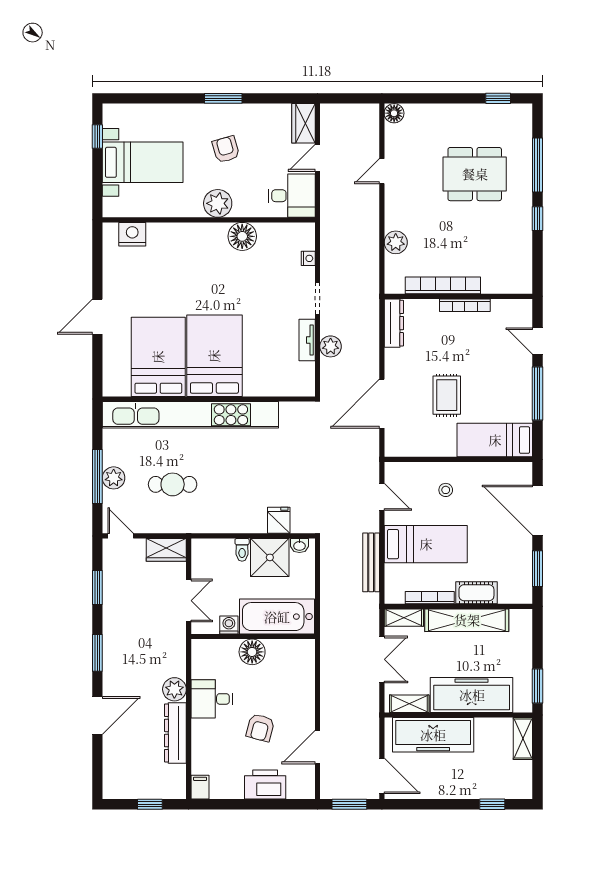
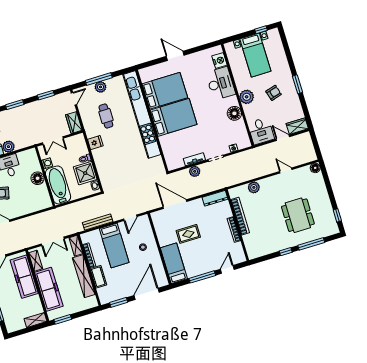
desk: (177, 246) -> (221, 83), added
fridge: (279, 520) -> (95, 143), moved

